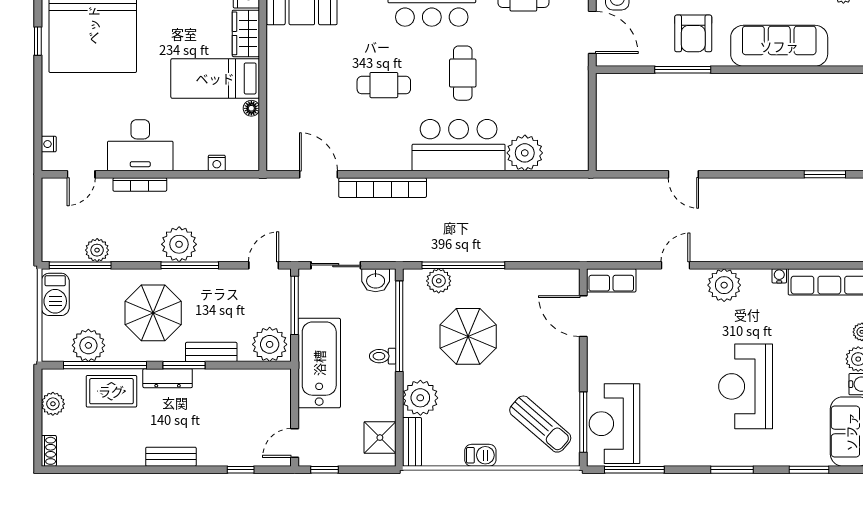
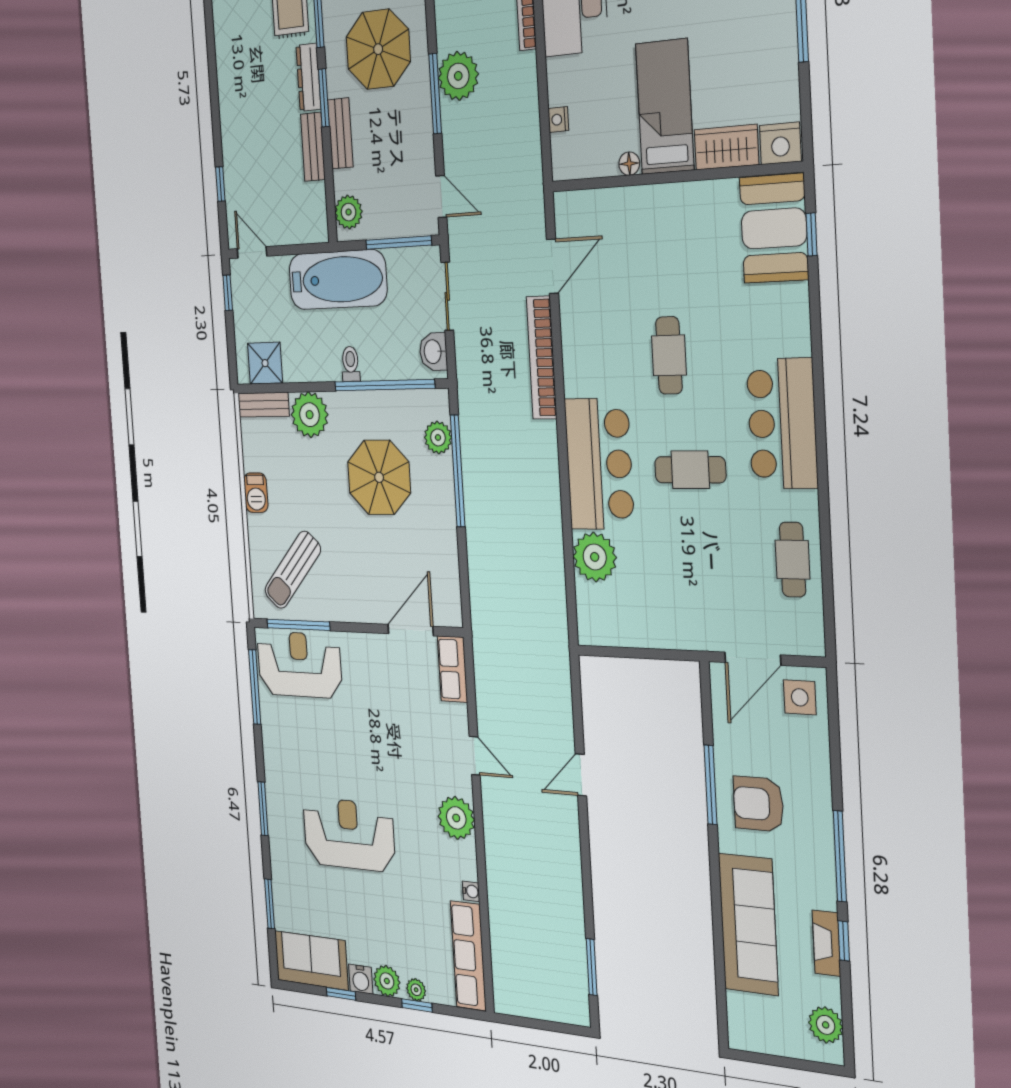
plant: (270, 344) -> (349, 212), width x0.73, depth x0.73
bench: (171, 457) -> (313, 147), moved

